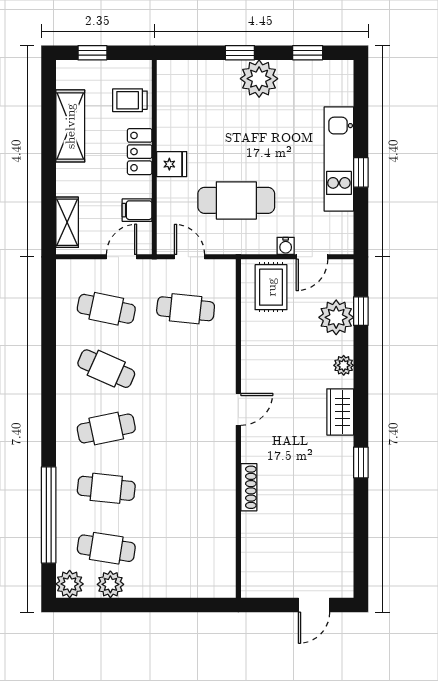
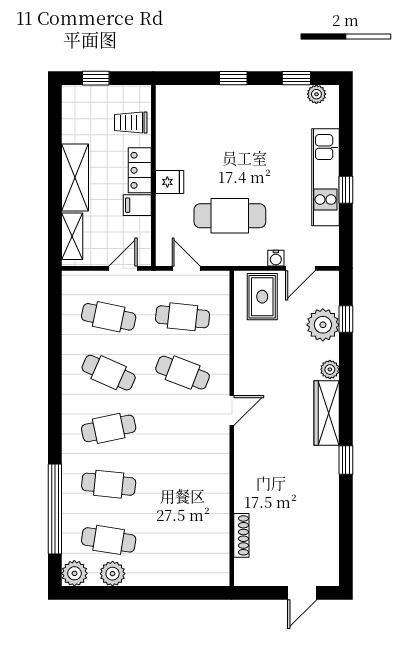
plant: (259, 79) -> (316, 94), moved, width x0.53, depth x0.53
shelving: (70, 126) -> (75, 177), moved
filing cabinet: (137, 210) -> (137, 205), moved
cafe table: (186, 369) -> (183, 373), added
wardrobe: (340, 412) -> (327, 413), width x1.50
shoe rack: (249, 487) -> (241, 535), moved

